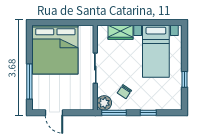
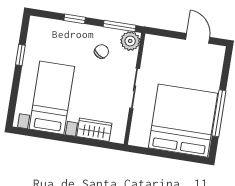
window: (29, 81) -> (219, 113), moved

